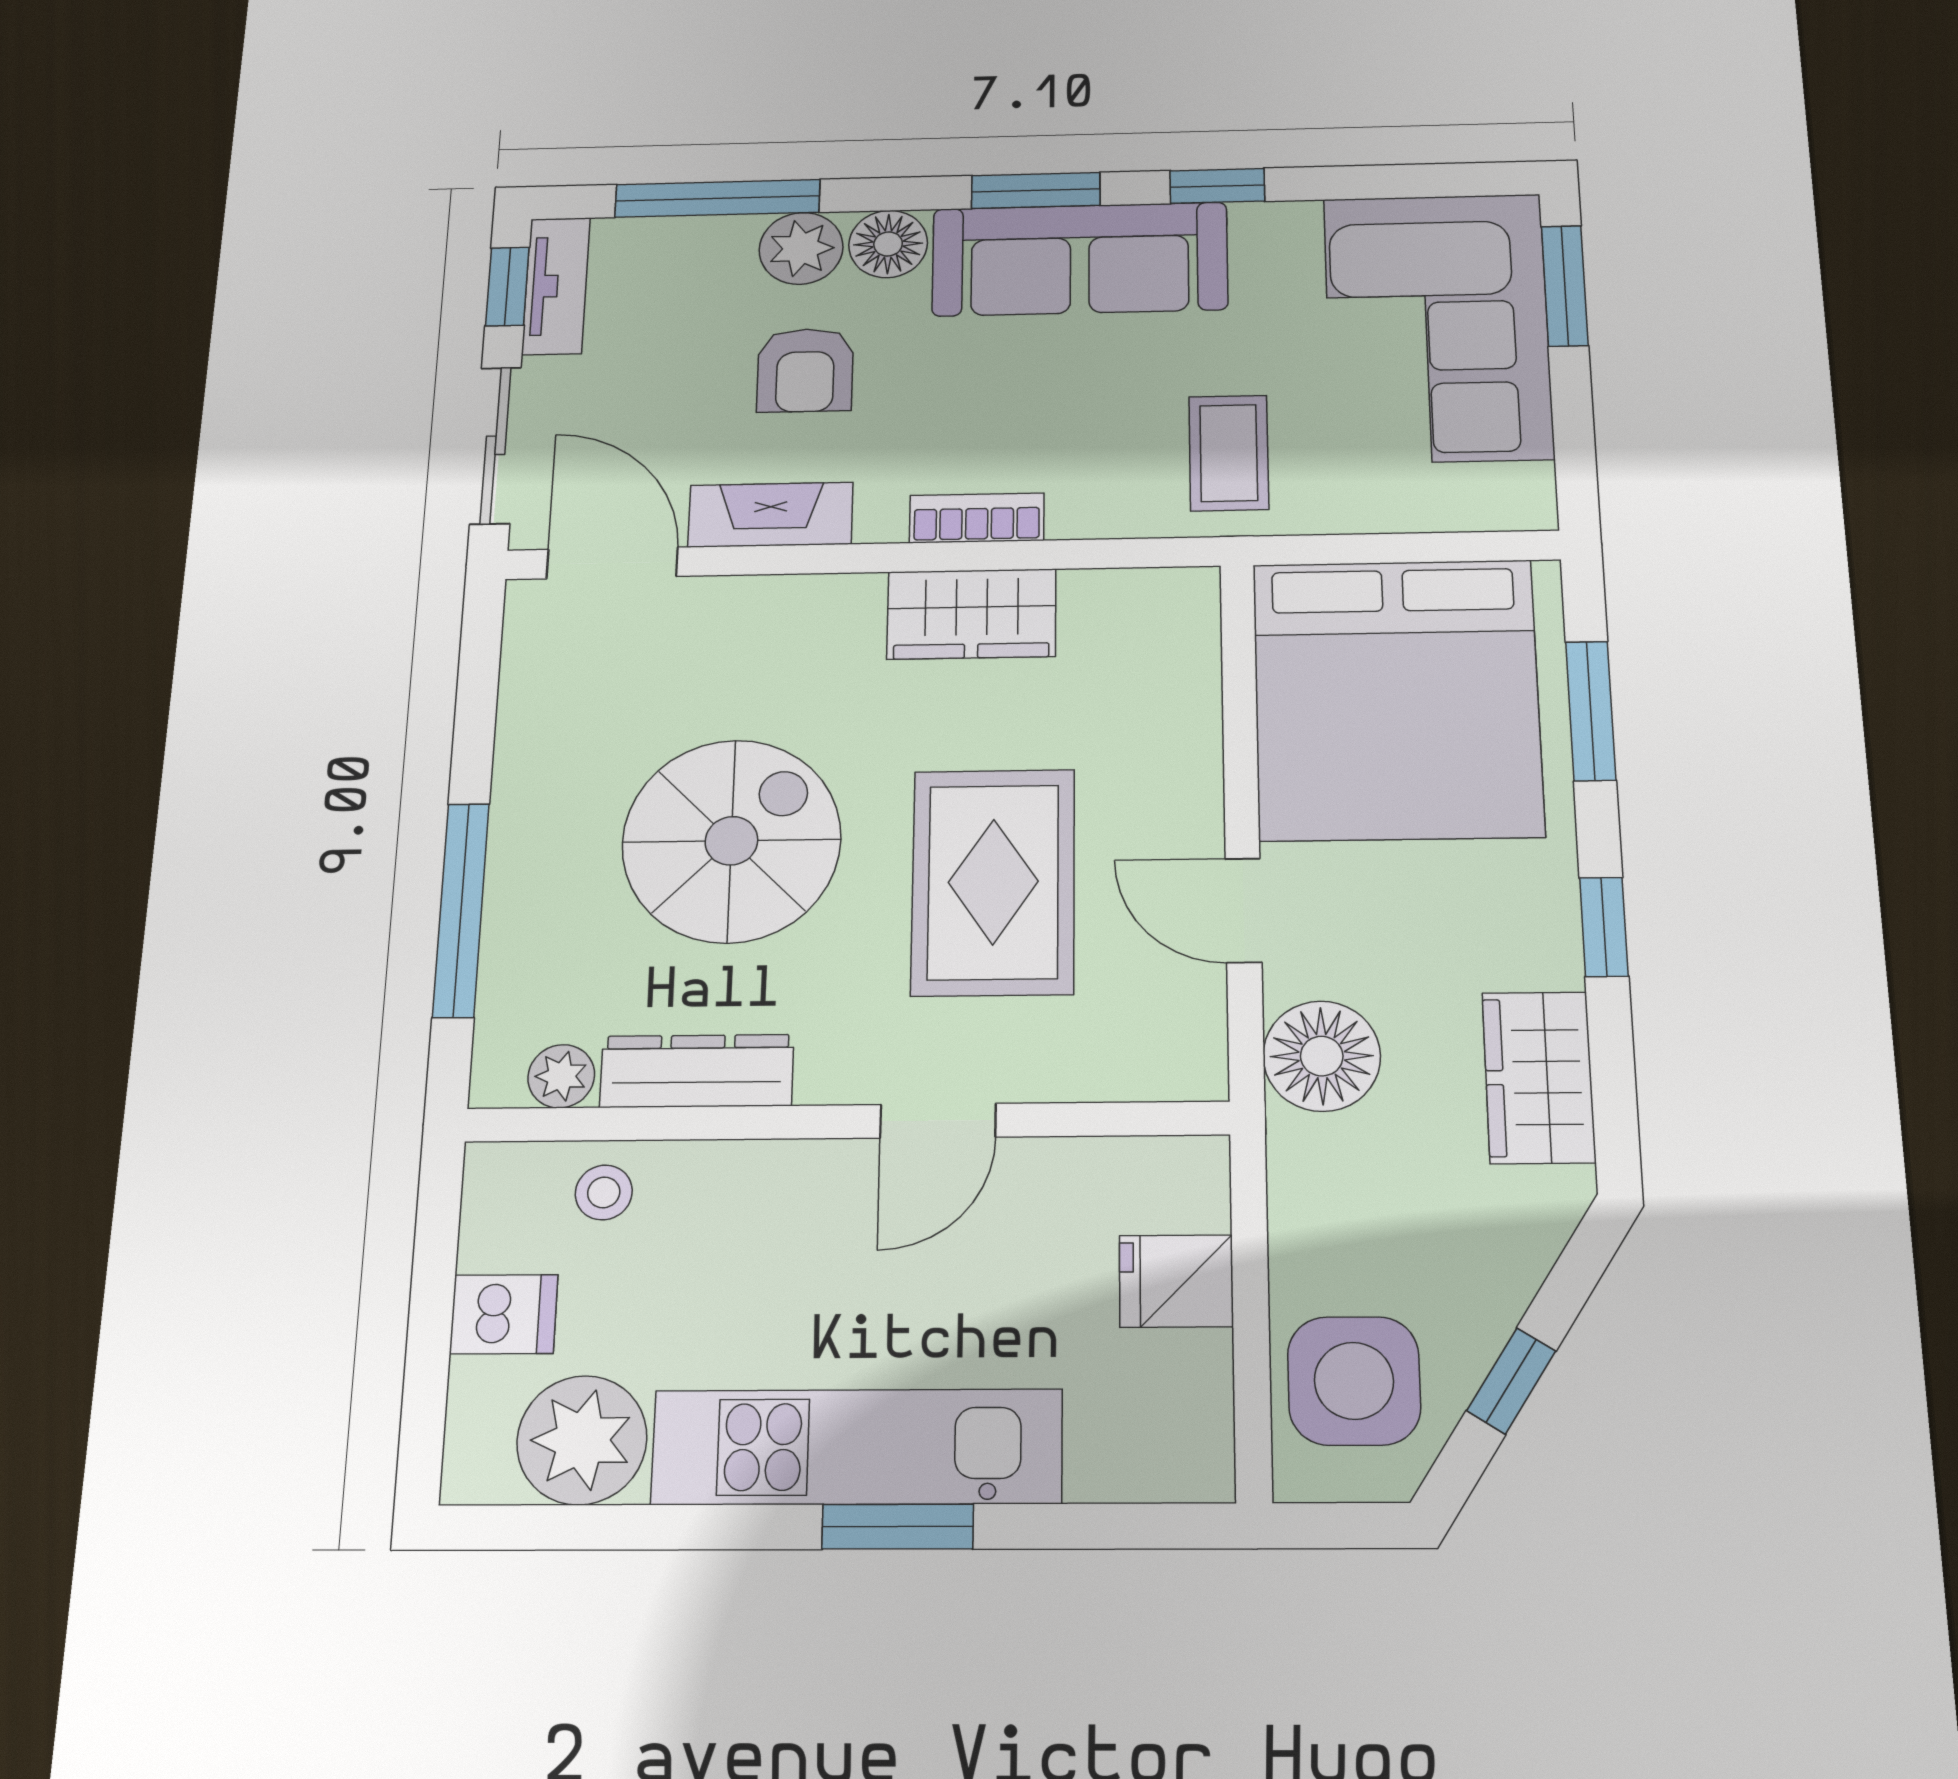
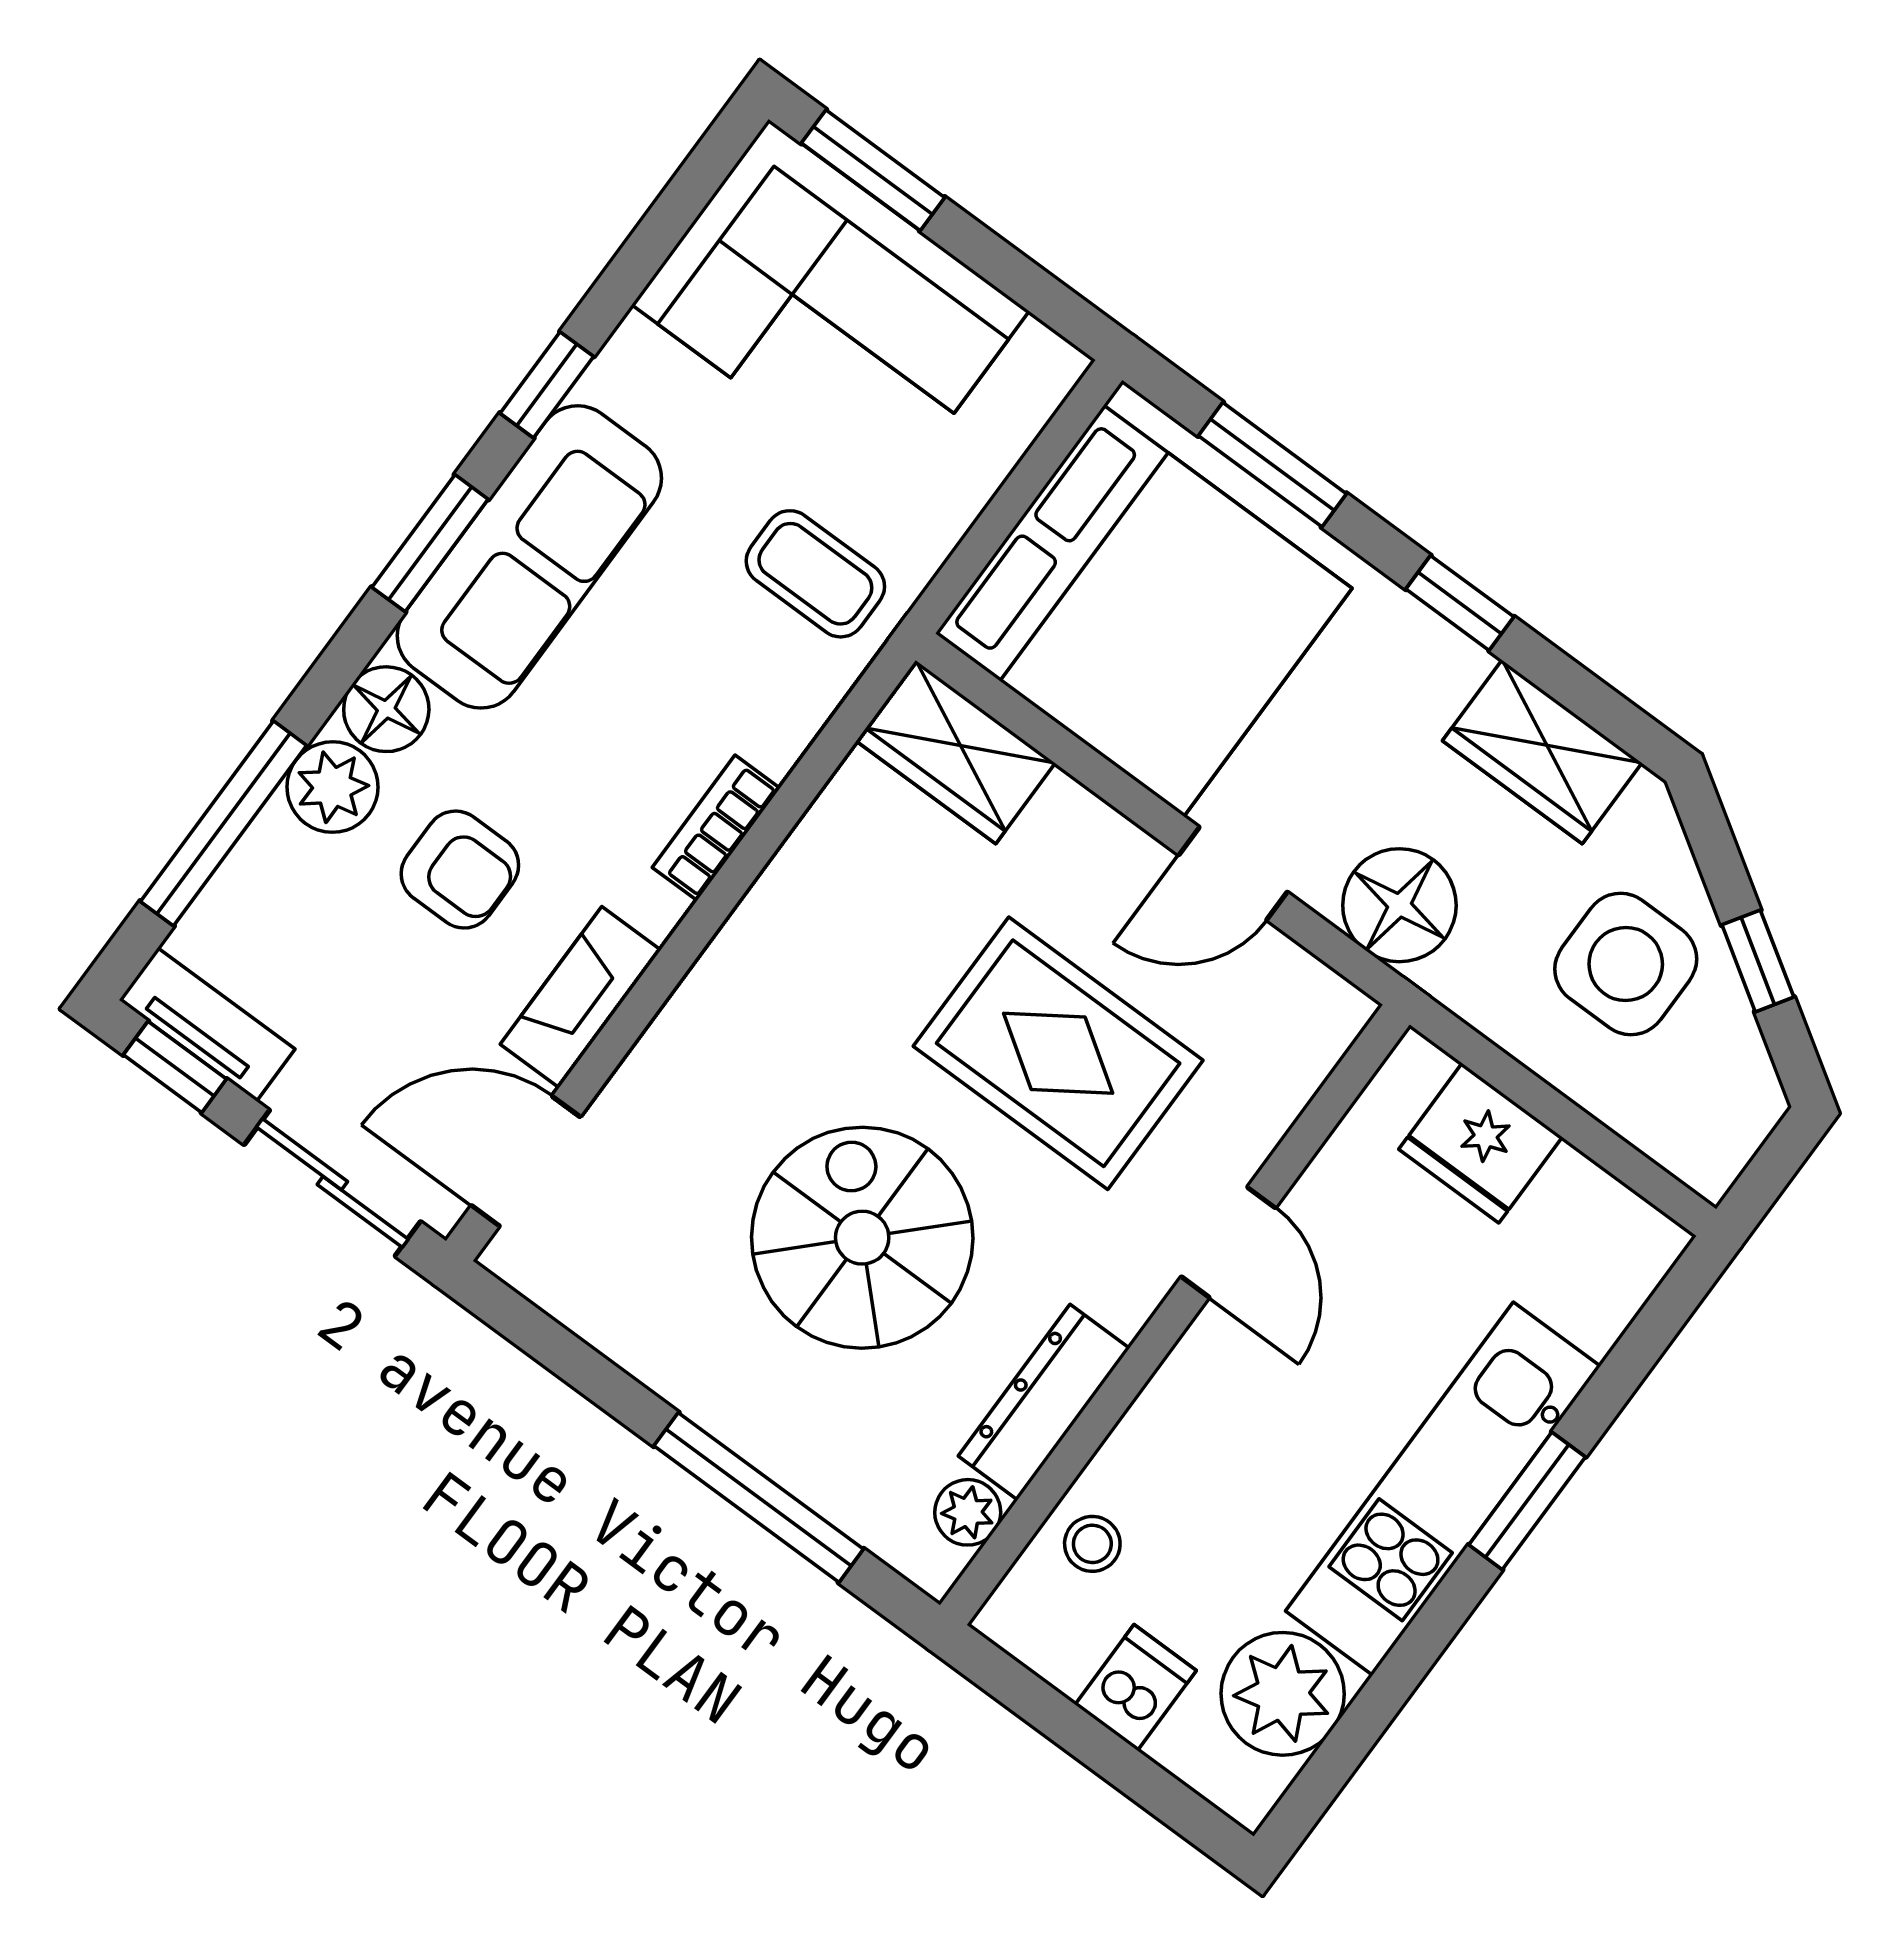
wardrobe: (972, 614) -> (956, 752), moved, turned 90
fridge: (1176, 1281) -> (1480, 1143), width x1.38
side table: (1354, 1381) -> (1626, 964), moved

